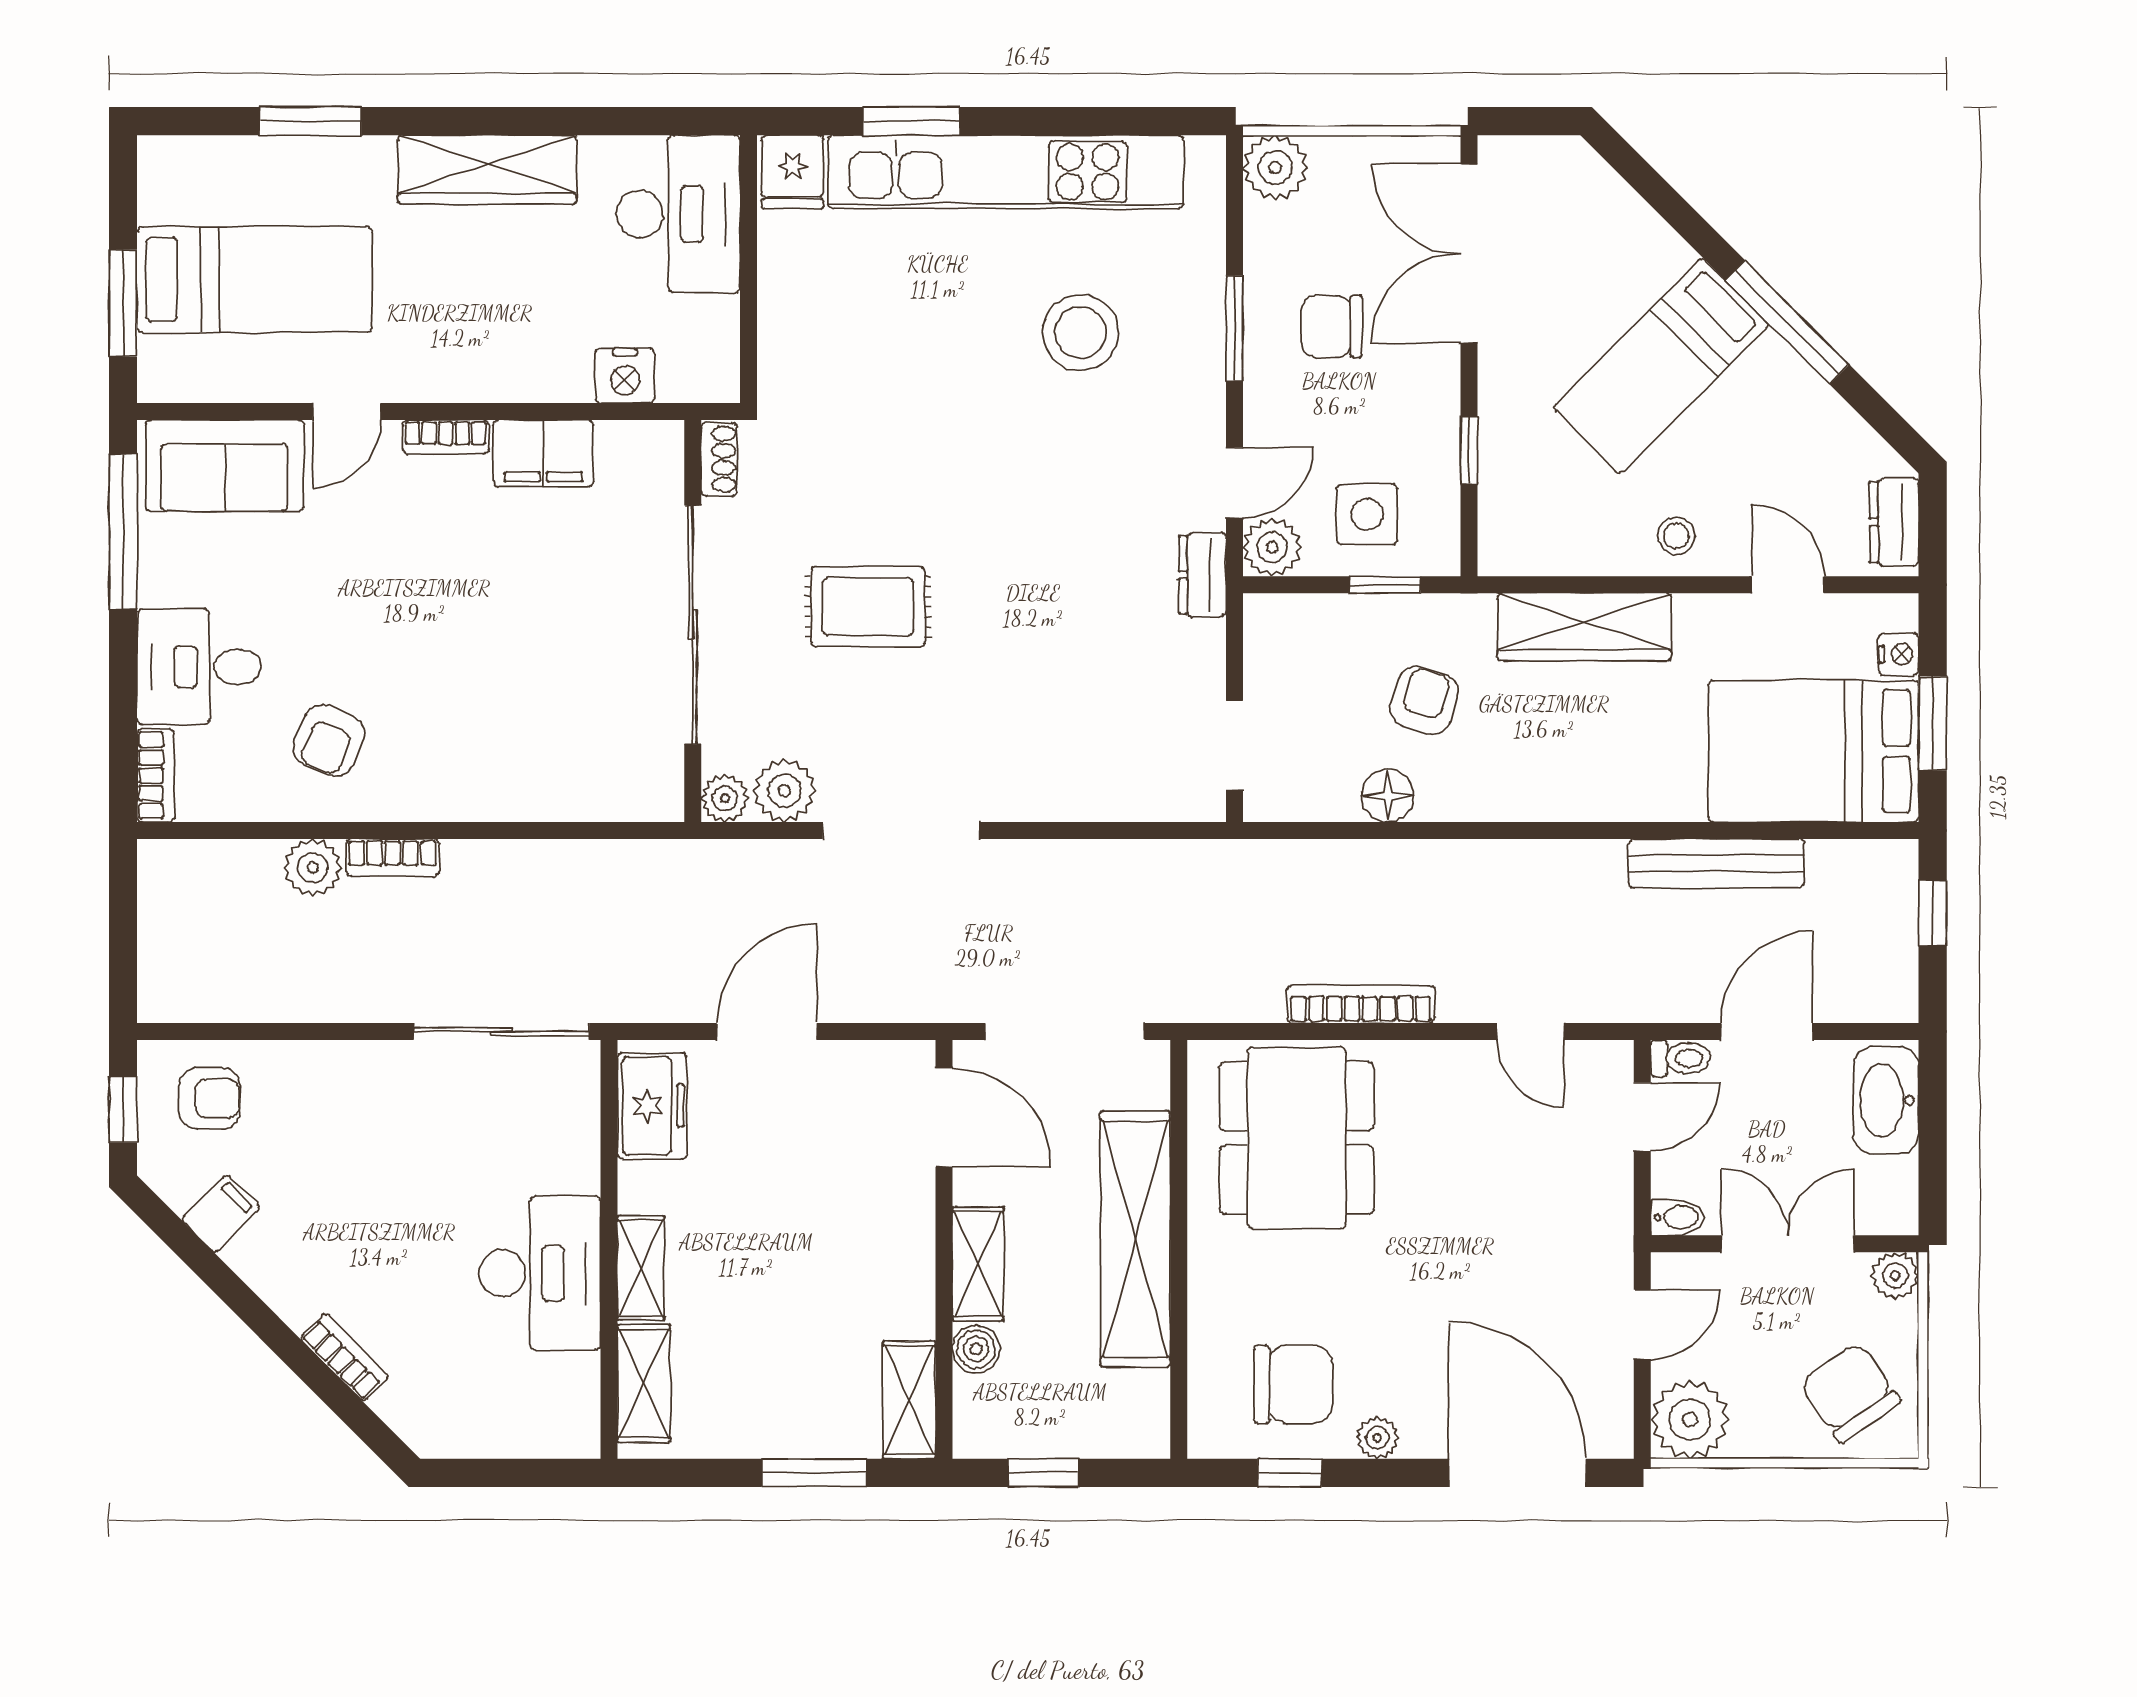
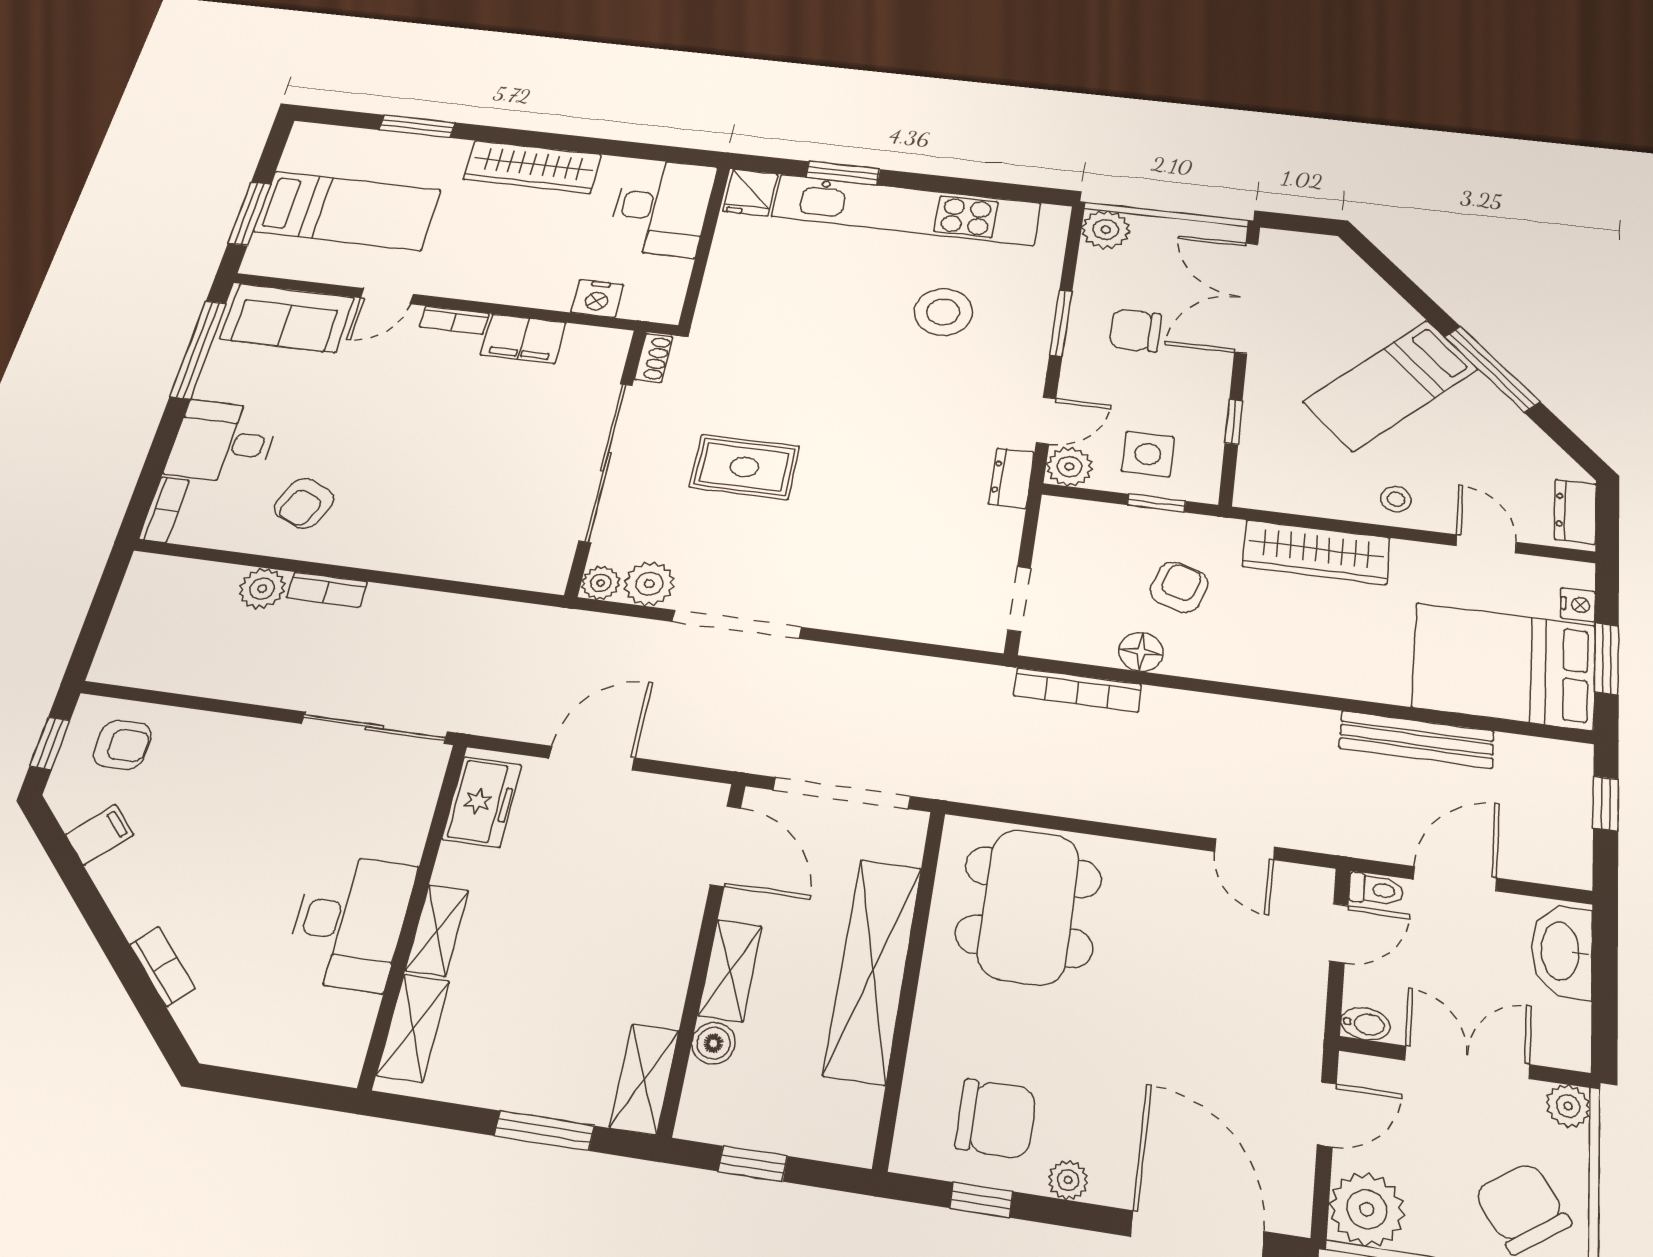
bookcase: (1361, 1004) -> (1077, 690), moved, turned 180

